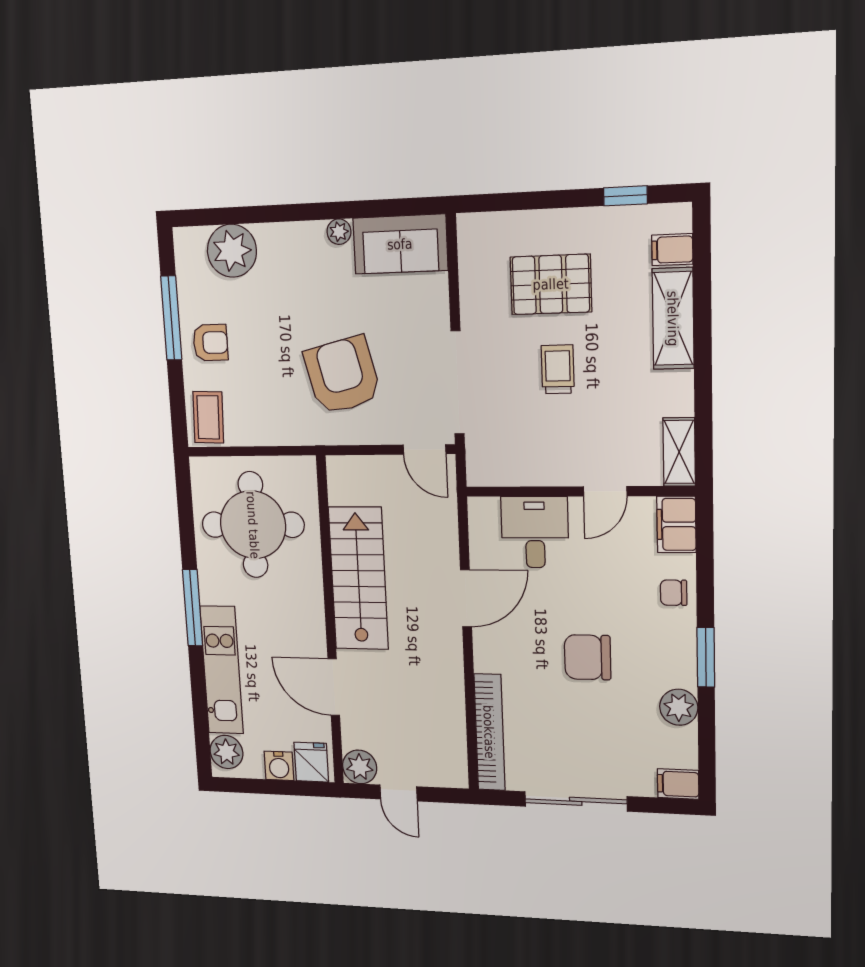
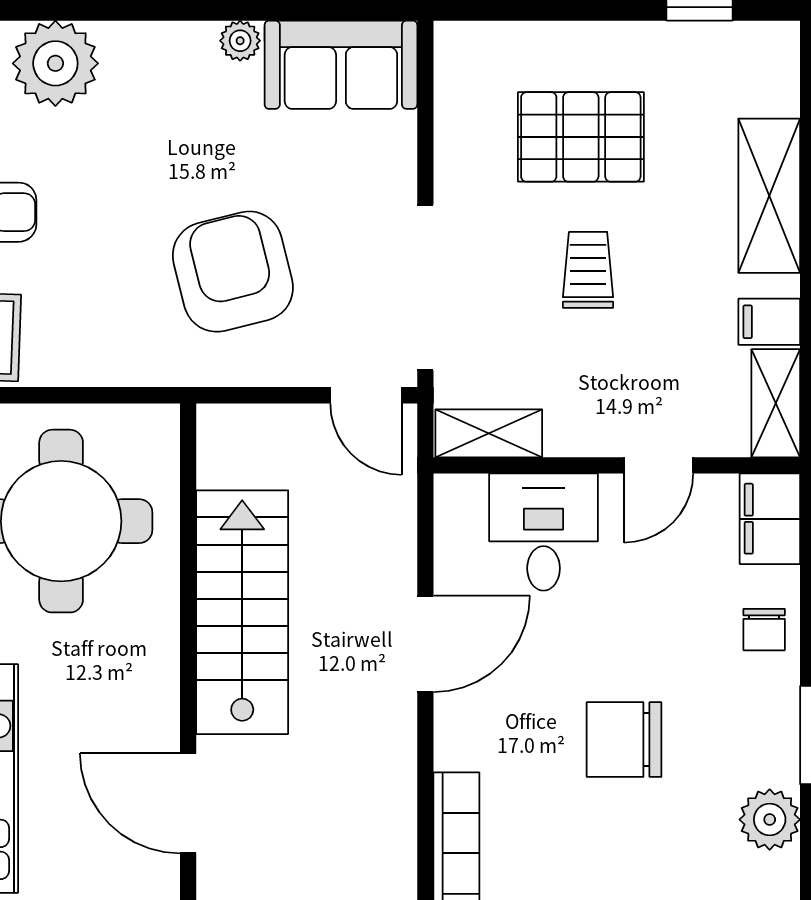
filing cabinet: (672, 250) -> (769, 322), moved
shelving: (499, 472) -> (489, 433), added
chair: (674, 593) -> (764, 630), turned -90

